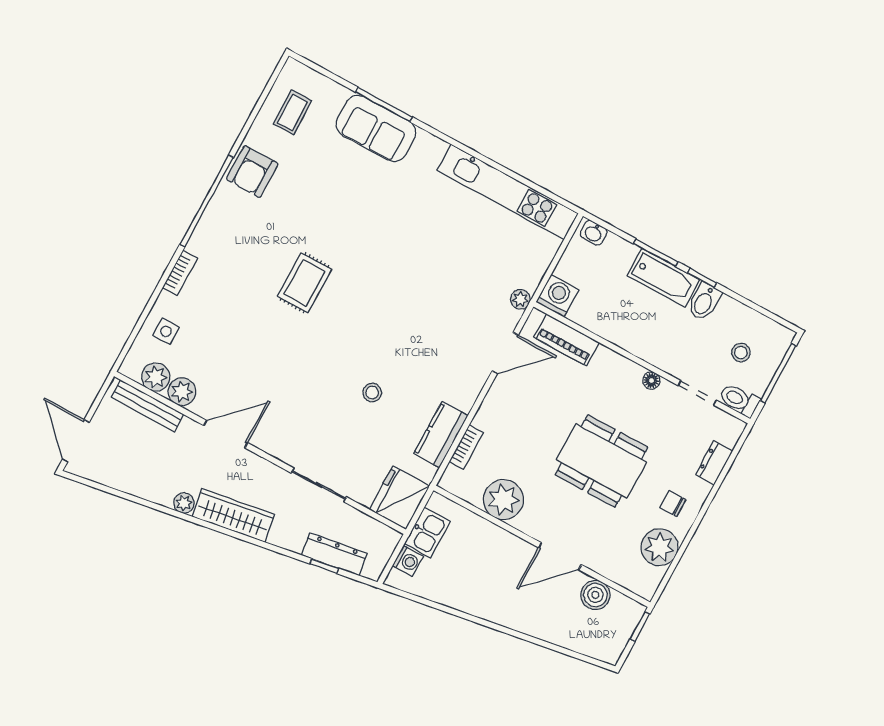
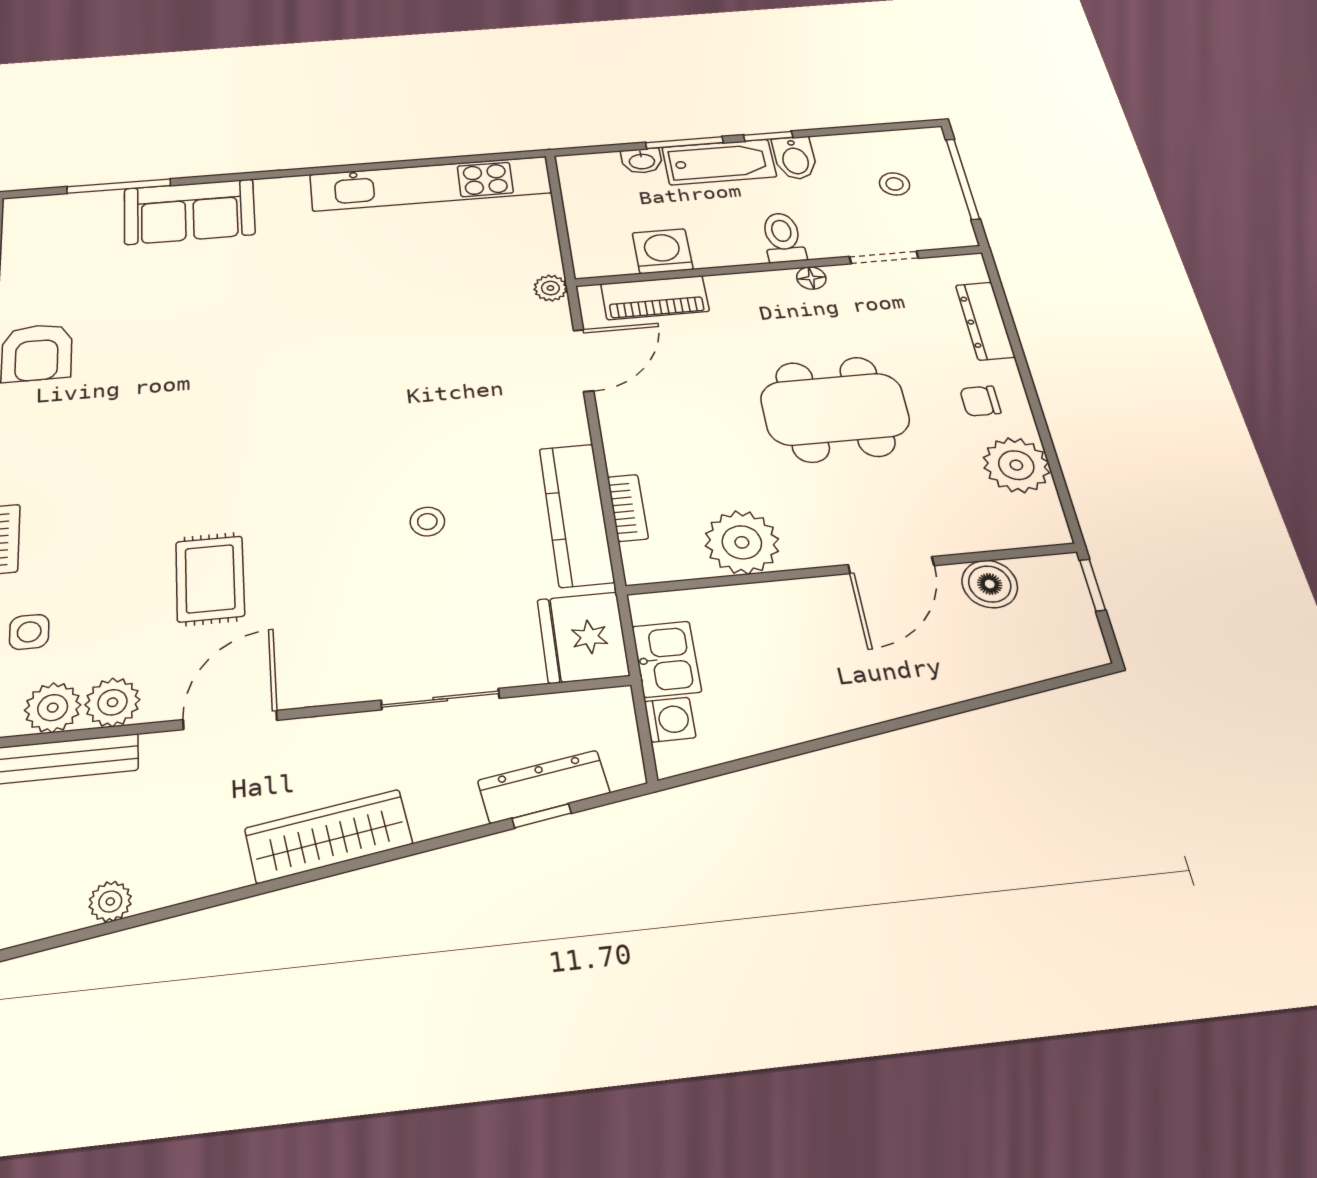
window: (384, 105) -> (119, 186), moved
coffee table: (293, 112) -> (52, 255), removed
washbasin: (594, 233) -> (642, 161), moved
rug: (305, 283) -> (210, 579), moved
washing machine: (557, 296) -> (662, 251), moved
toilet: (739, 400) -> (783, 237), moved, turned 90
kitchen counter: (441, 435) -> (576, 514), width x1.50
dresser: (714, 463) -> (985, 321), width x1.44
plant: (184, 503) -> (110, 902), moved

